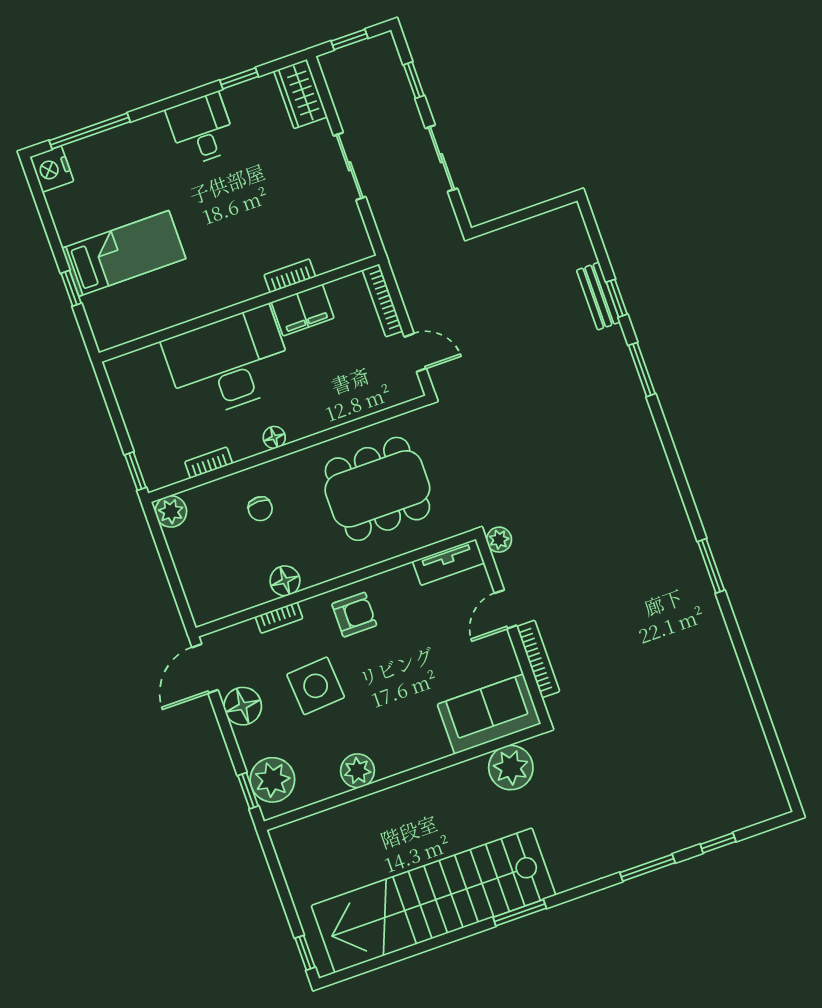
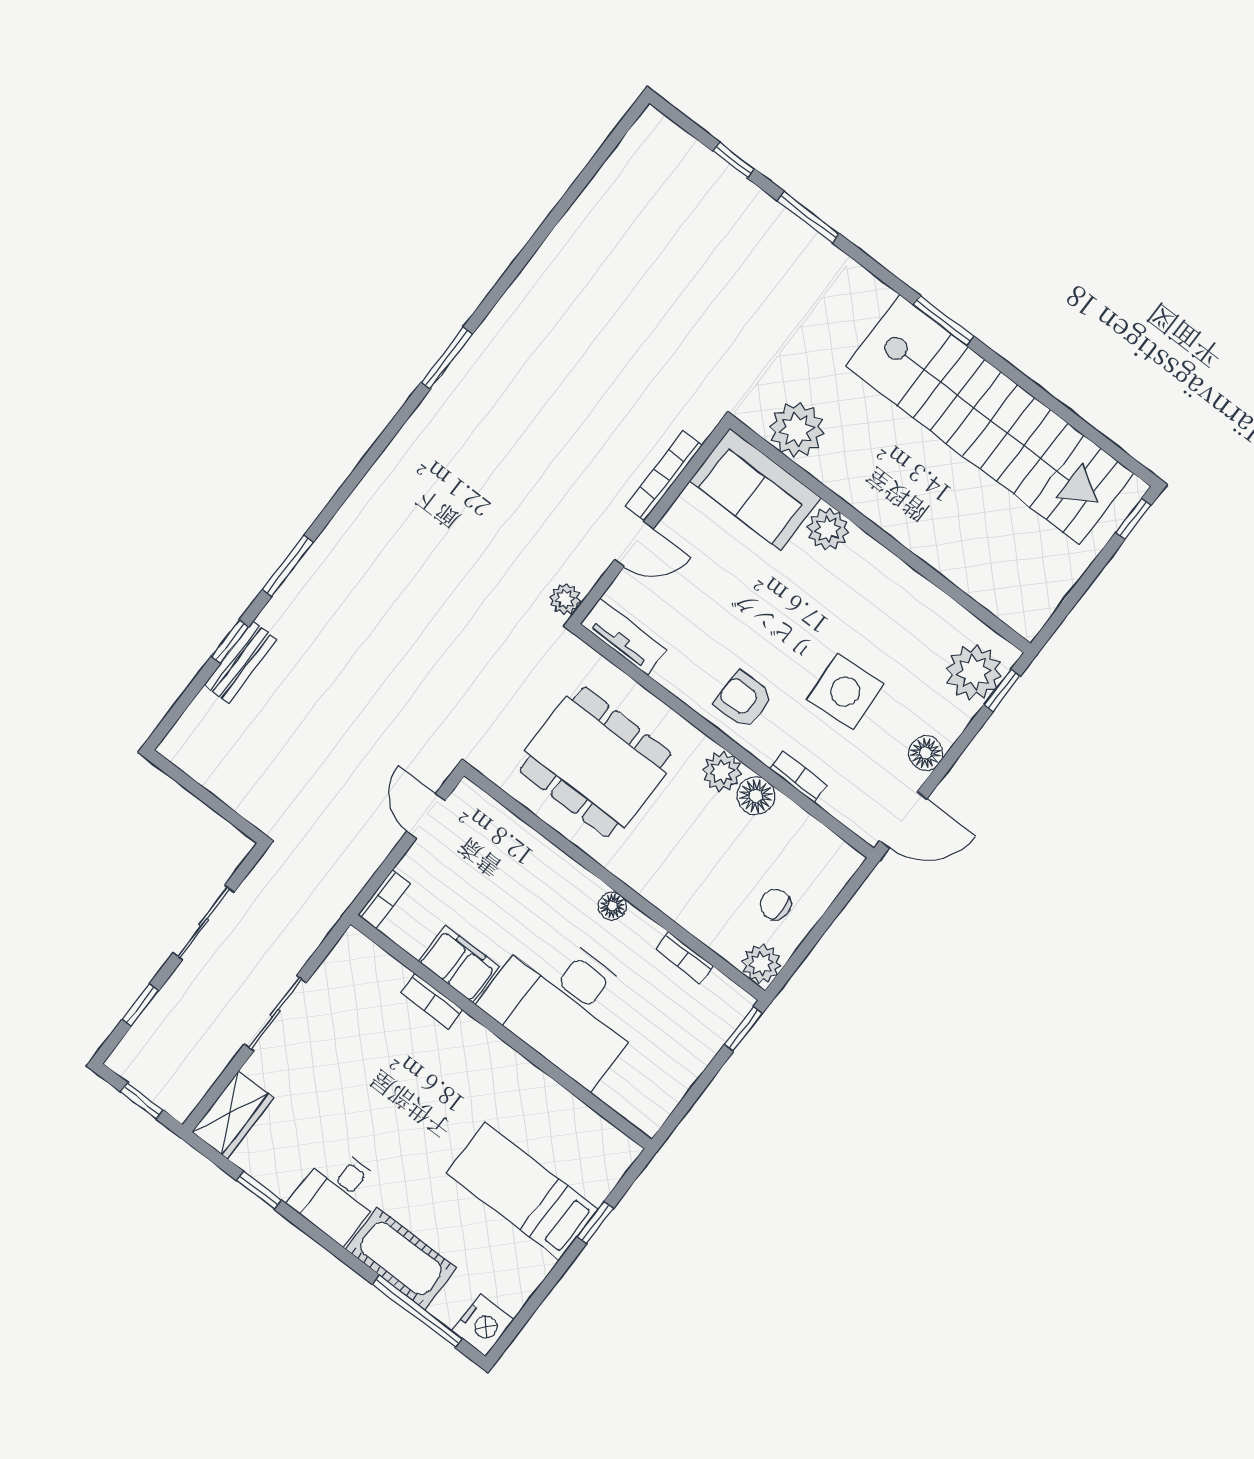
cot: (132, 143) -> (401, 1259), added
bookcase: (382, 300) -> (384, 899), width x0.64
chair: (260, 509) -> (776, 905), moved, turned -90
plant: (316, 569) -> (722, 772), added
floor lamp: (243, 706) -> (926, 753), width x0.73, depth x0.73
plant: (357, 771) -> (828, 529), moved

